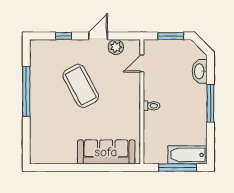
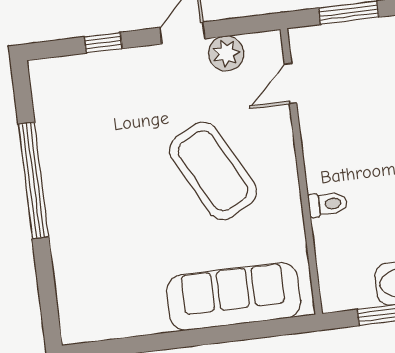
coffee table: (81, 86) -> (213, 171), moved
toilet: (152, 106) -> (328, 204), moved

